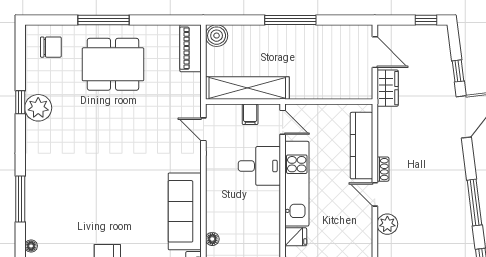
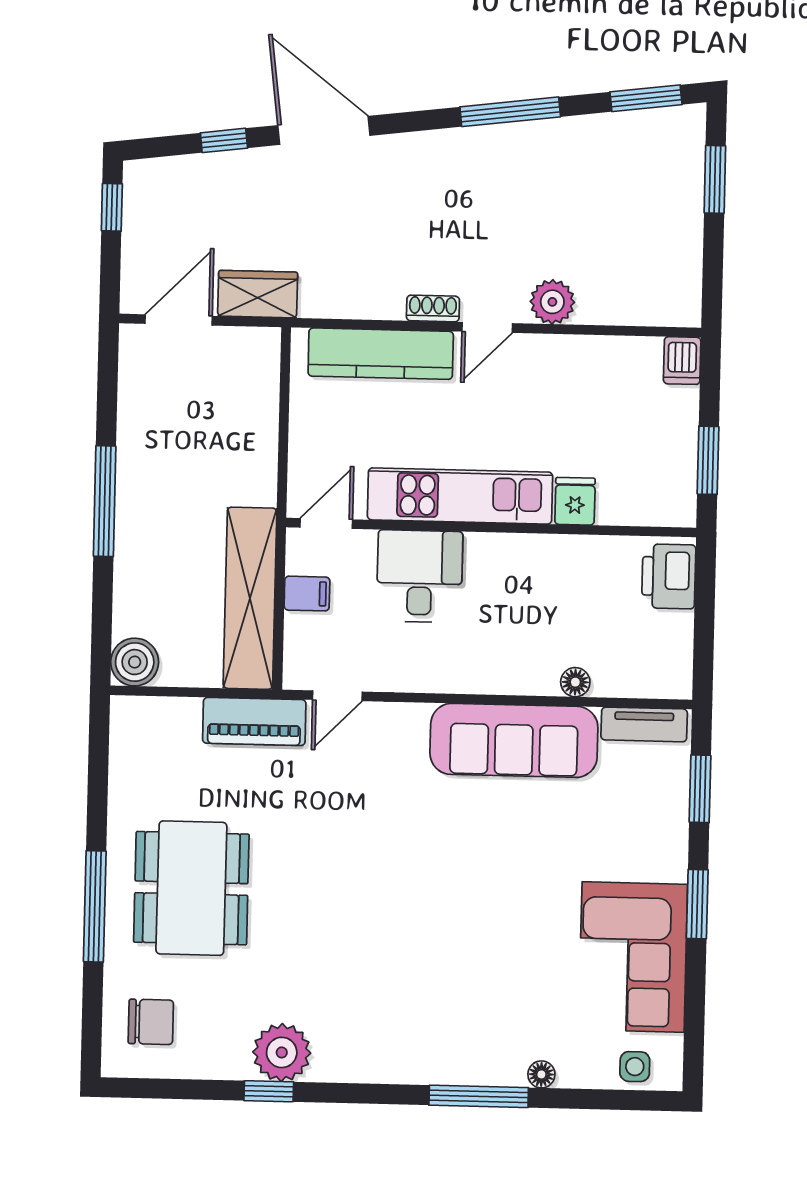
chair: (51, 47) -> (151, 1022), turned 90
piano: (191, 48) -> (254, 721), moved
floor lamp: (31, 246) -> (541, 1074), moved

